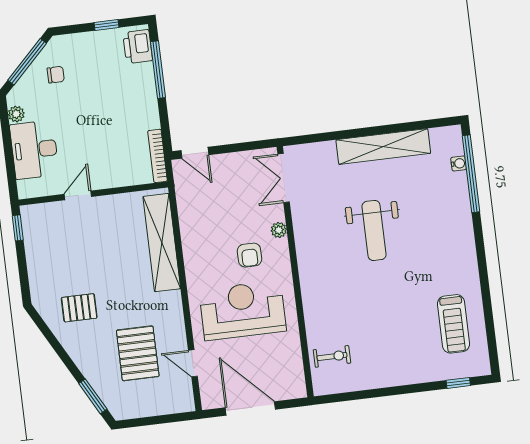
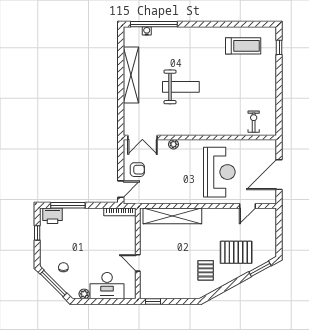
armchair: (250, 255) -> (137, 170), moved
reception desk: (243, 310) -> (219, 172), turned 180
pallet: (138, 353) -> (236, 252), moved

